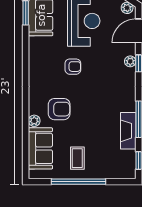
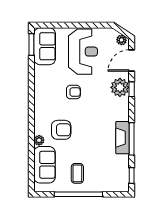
plant: (130, 61) -> (120, 87), width x1.88, depth x1.88
fireplace: (128, 131) -> (123, 138), moved

